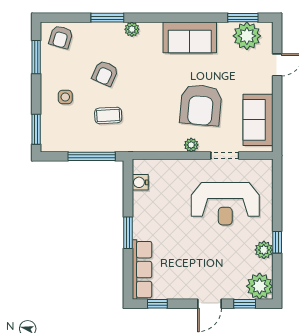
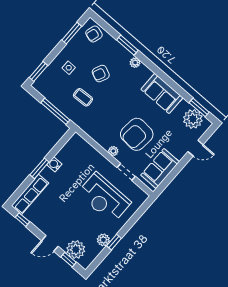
water cooler: (140, 182) -> (54, 164), moved
plant: (260, 286) -> (76, 250), moved

